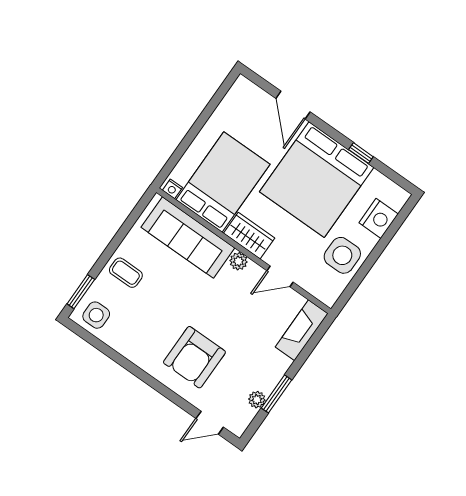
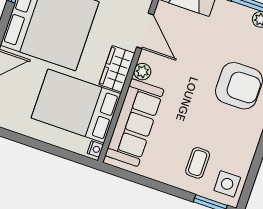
coffee table: (126, 273) -> (198, 163), moved
door: (280, 276) -> (145, 31), width x1.38

